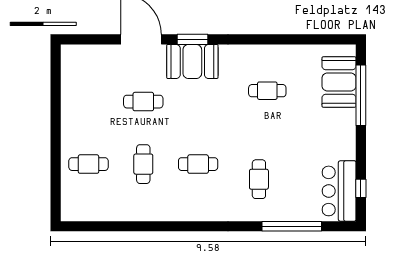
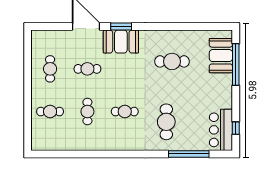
cafe table: (267, 91) -> (172, 61), width x1.37, depth x1.35
cafe table: (88, 102) -> (50, 69), added
cafe table: (259, 179) -> (166, 122), width x1.37, depth x1.35

